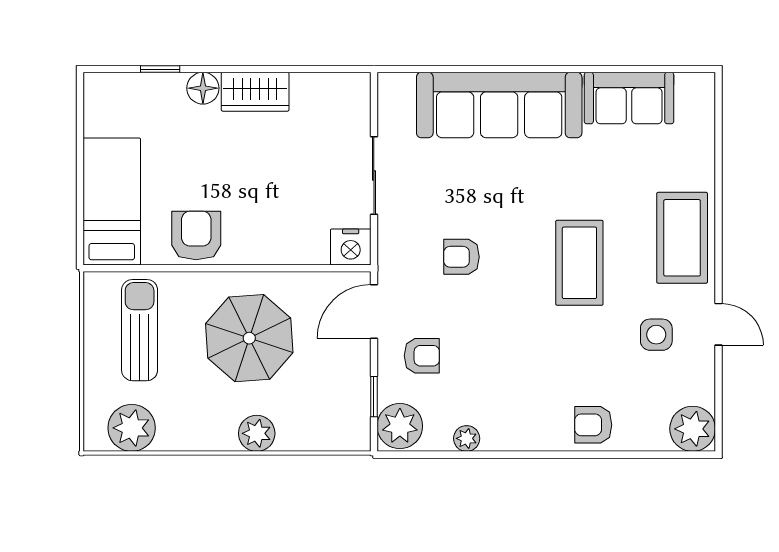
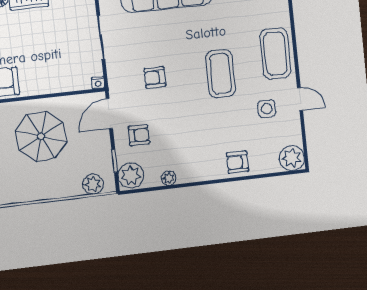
nightstand: (351, 247) -> (98, 83), width x0.53, depth x0.56
plant: (257, 433) -> (93, 184), moved

